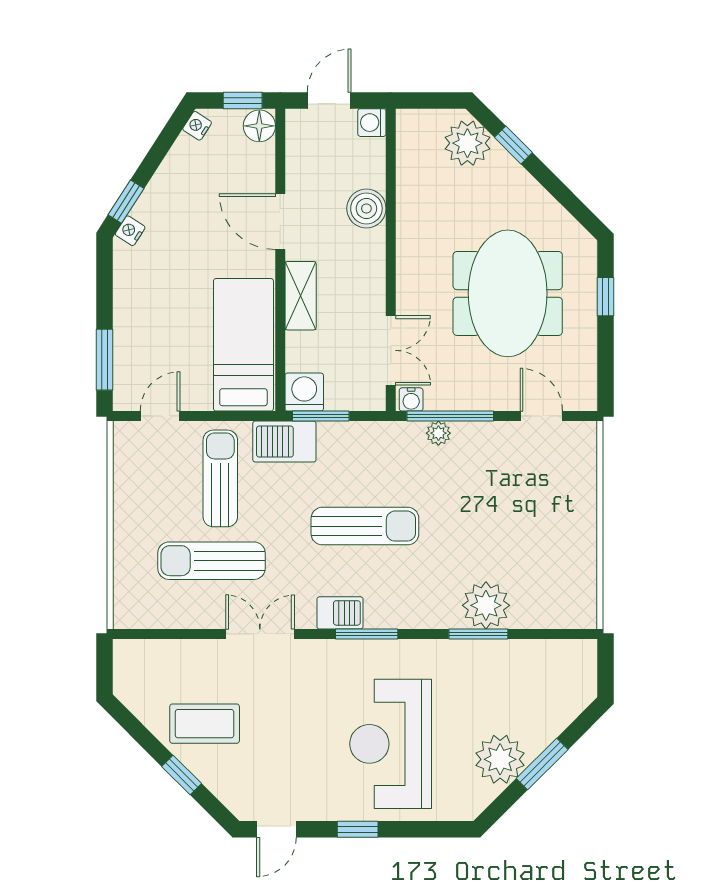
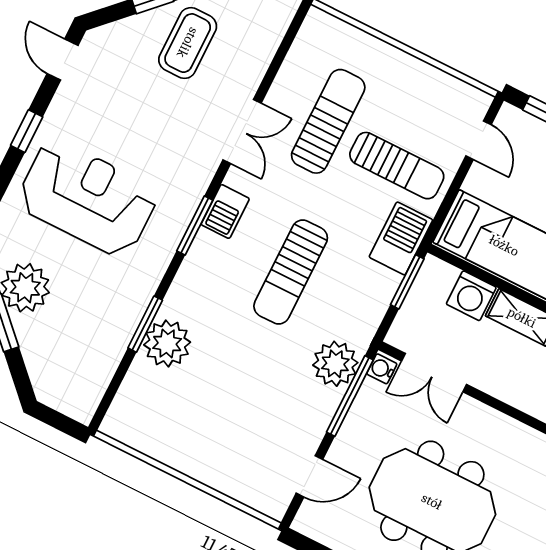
washing machine: (304, 392) -> (471, 296), moved, turned 90
plant: (438, 433) -> (335, 364), width x1.88, depth x1.88

